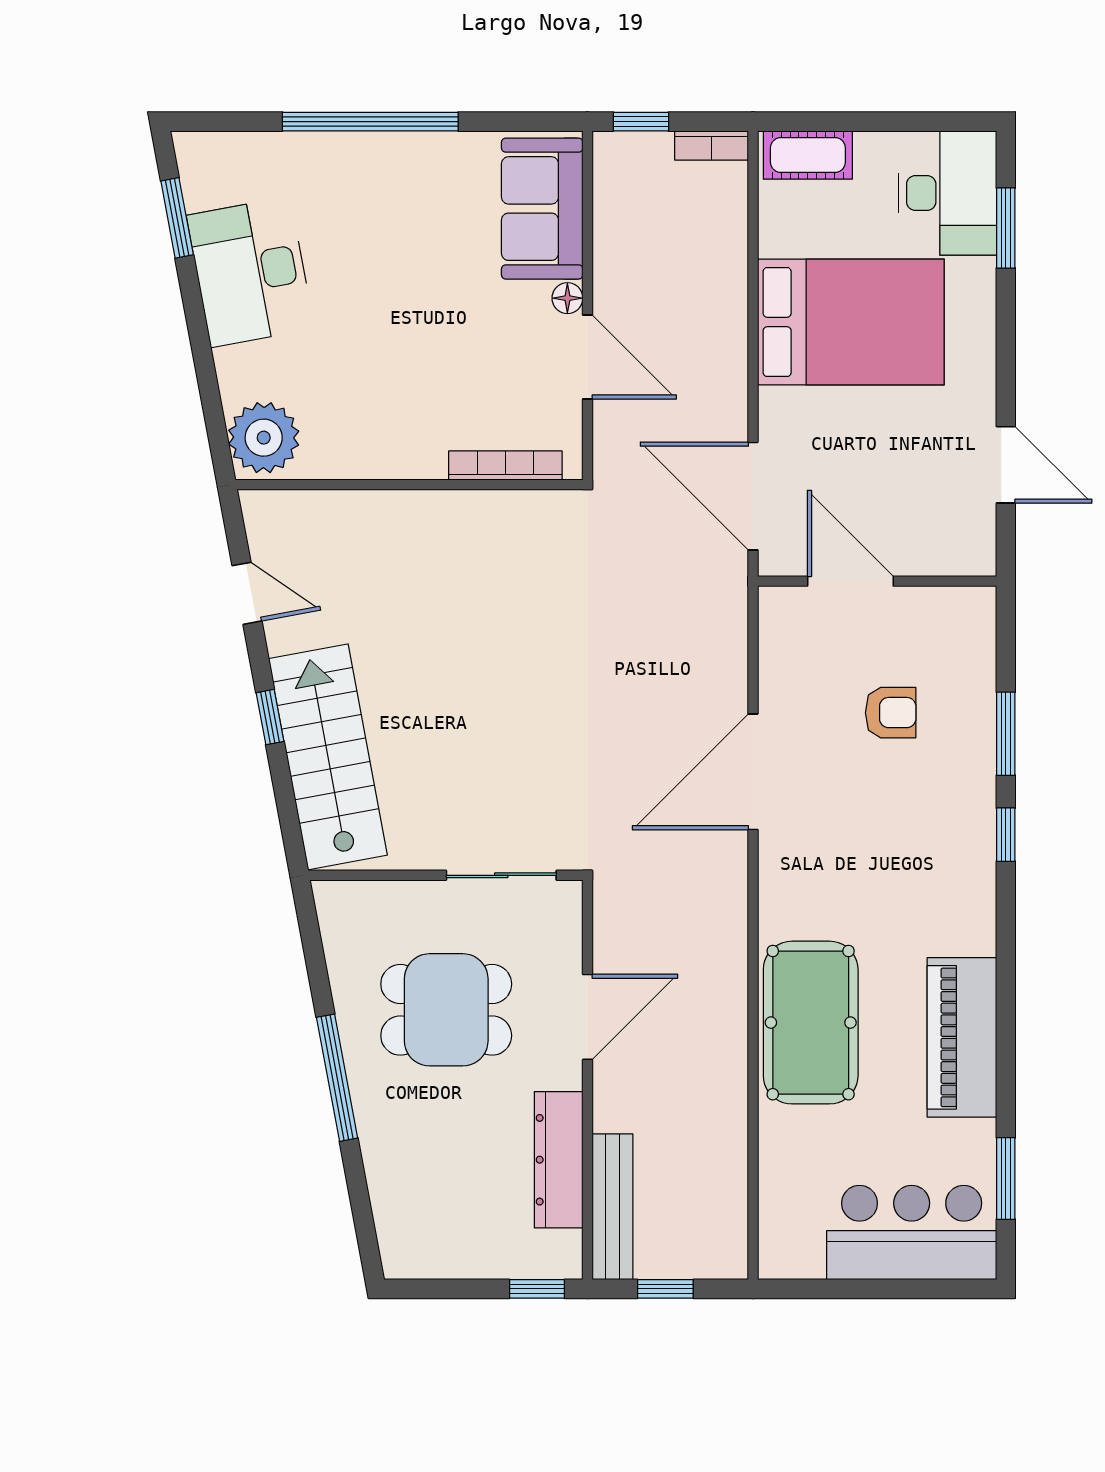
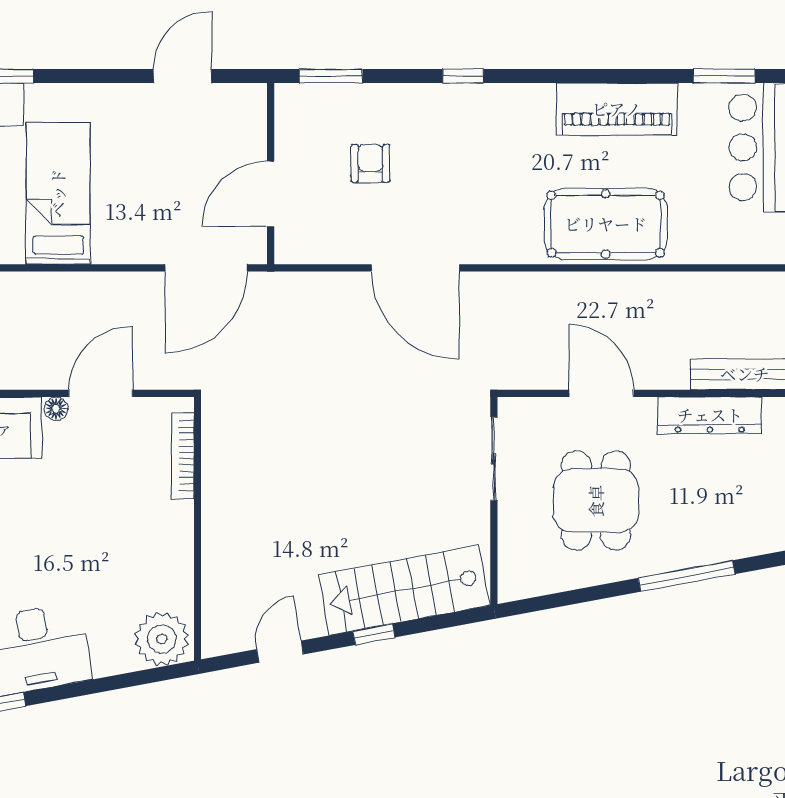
bed: (851, 322) -> (58, 193), width x0.67
window: (1006, 734) -> (331, 76), moved
window: (337, 1078) -> (687, 576), moved

